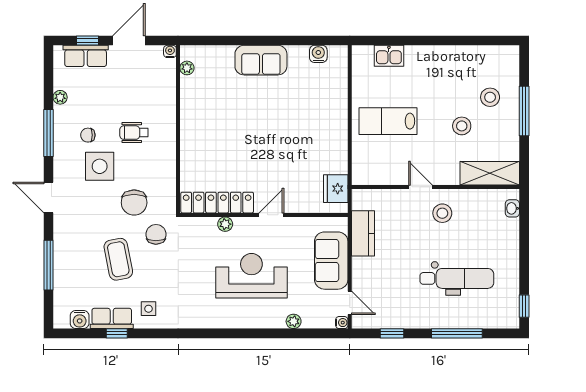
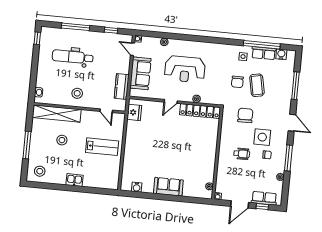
kitchen sink: (389, 56) -> (74, 180), moved
stool: (490, 97) -> (40, 171), moved
shelving: (490, 173) -> (57, 113), width x1.47
door: (420, 187) -> (106, 111), moved
chair: (156, 234) -> (237, 82), moved
window: (117, 333) -> (262, 45), width x3.17

